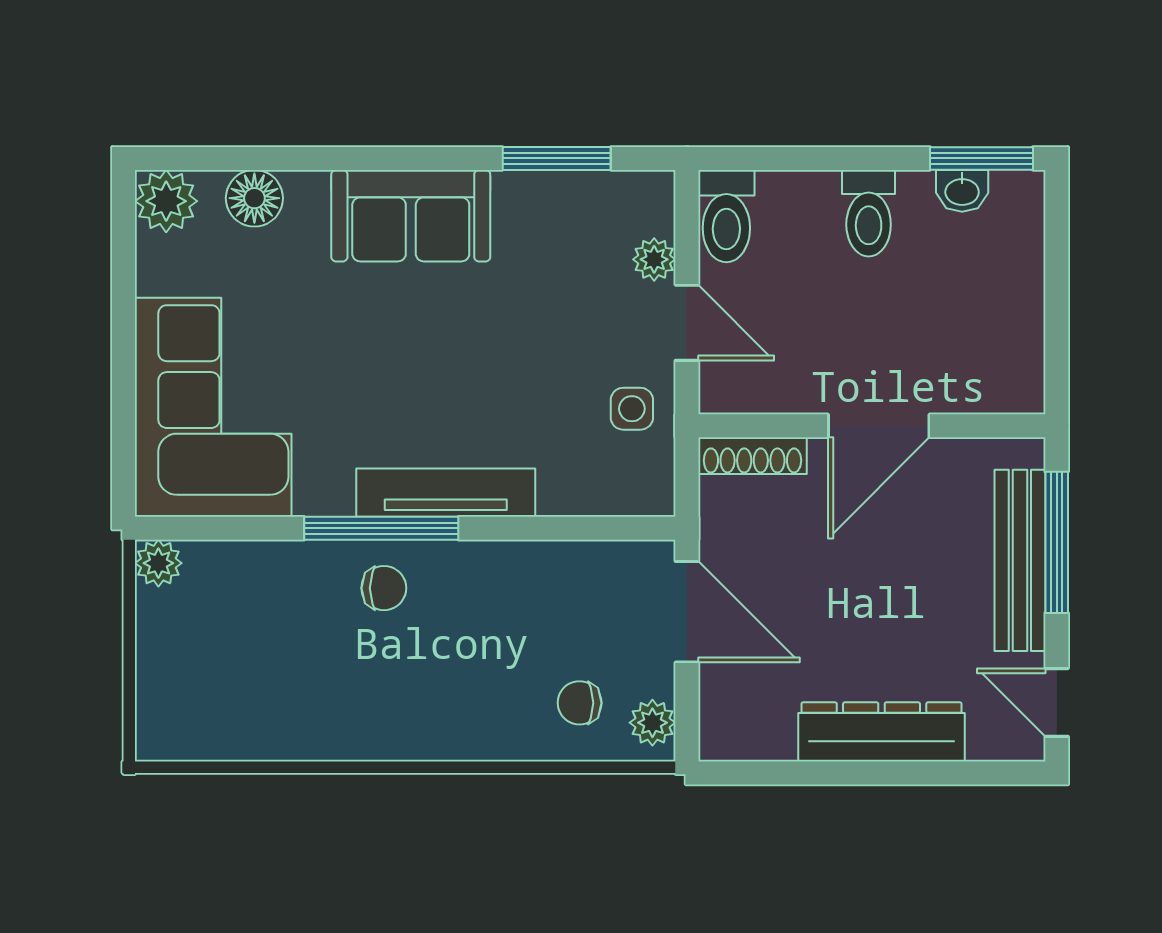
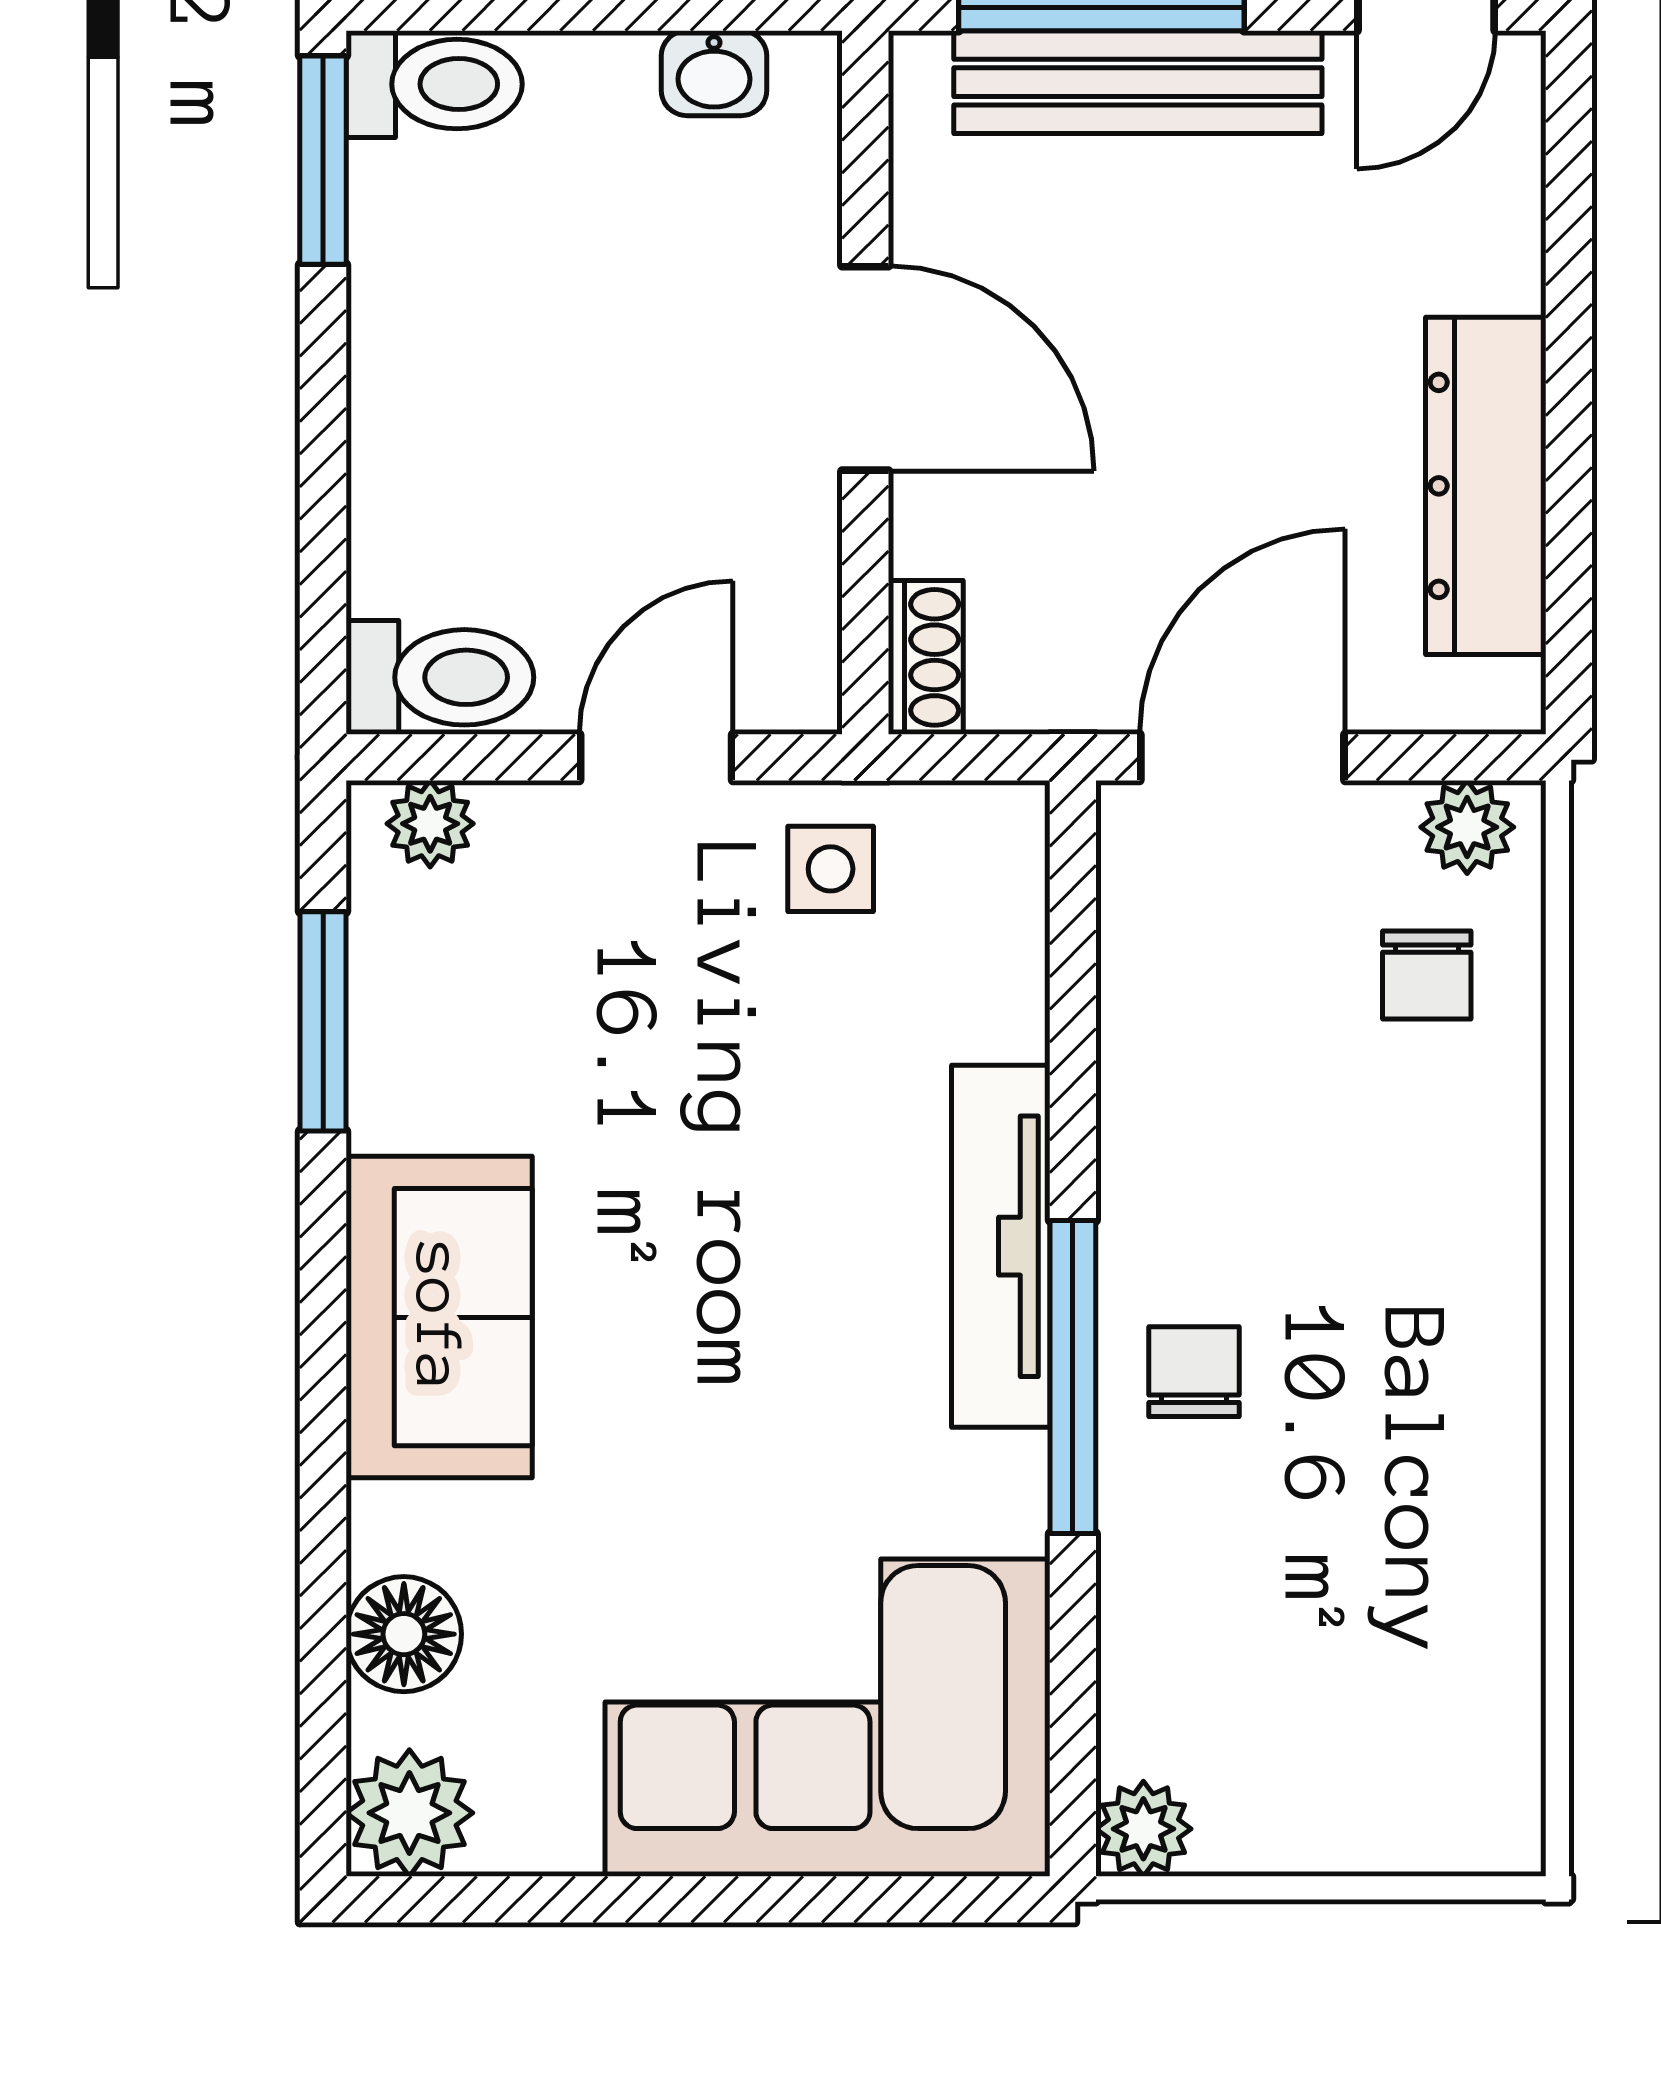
washbasin: (962, 191) -> (714, 73), moved, turned 90
toilet: (869, 213) -> (434, 84), moved
plant: (654, 259) -> (430, 824), moved
shoe rack: (752, 456) -> (926, 657), width x0.70
dresser: (882, 732) -> (1486, 486), moved

